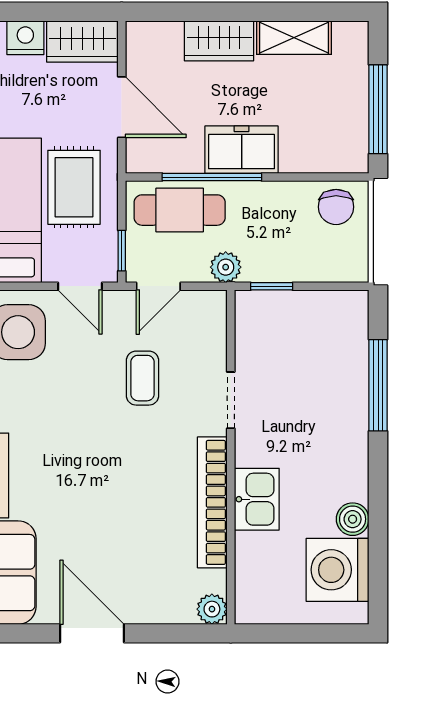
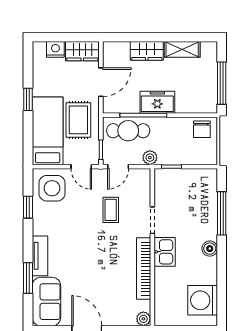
door: (122, 107) -> (101, 82), hinge flipped
kitchen sink: (257, 499) -> (165, 252), moved
boiler: (353, 519) -> (210, 249), moved

